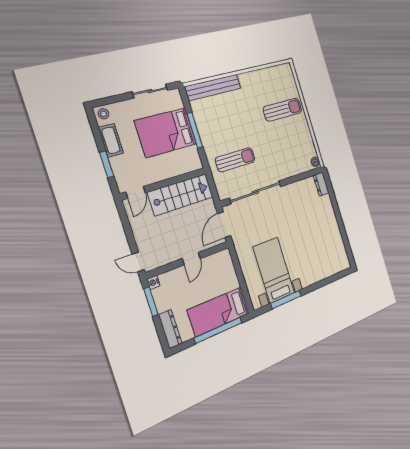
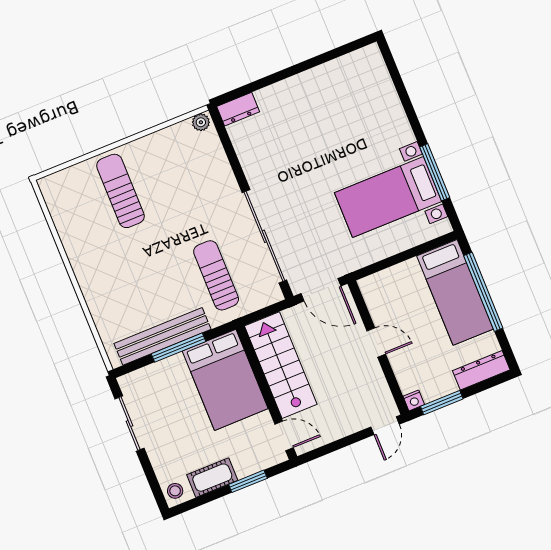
bench: (213, 87) -> (163, 336), moved, turned 90
bed: (166, 132) -> (225, 380), moved

